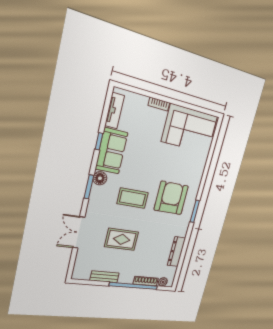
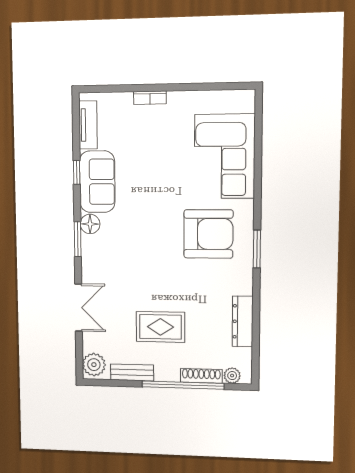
corner sofa: (190, 129) -> (225, 156), moved, turned 90
coffee table: (133, 198) -> (145, 245), removed
armchair: (171, 198) -> (208, 234), turned 90
double door: (79, 232) -> (79, 308), swing flipped
rug: (122, 239) -> (160, 327), moved
plant: (81, 270) -> (94, 365), added

